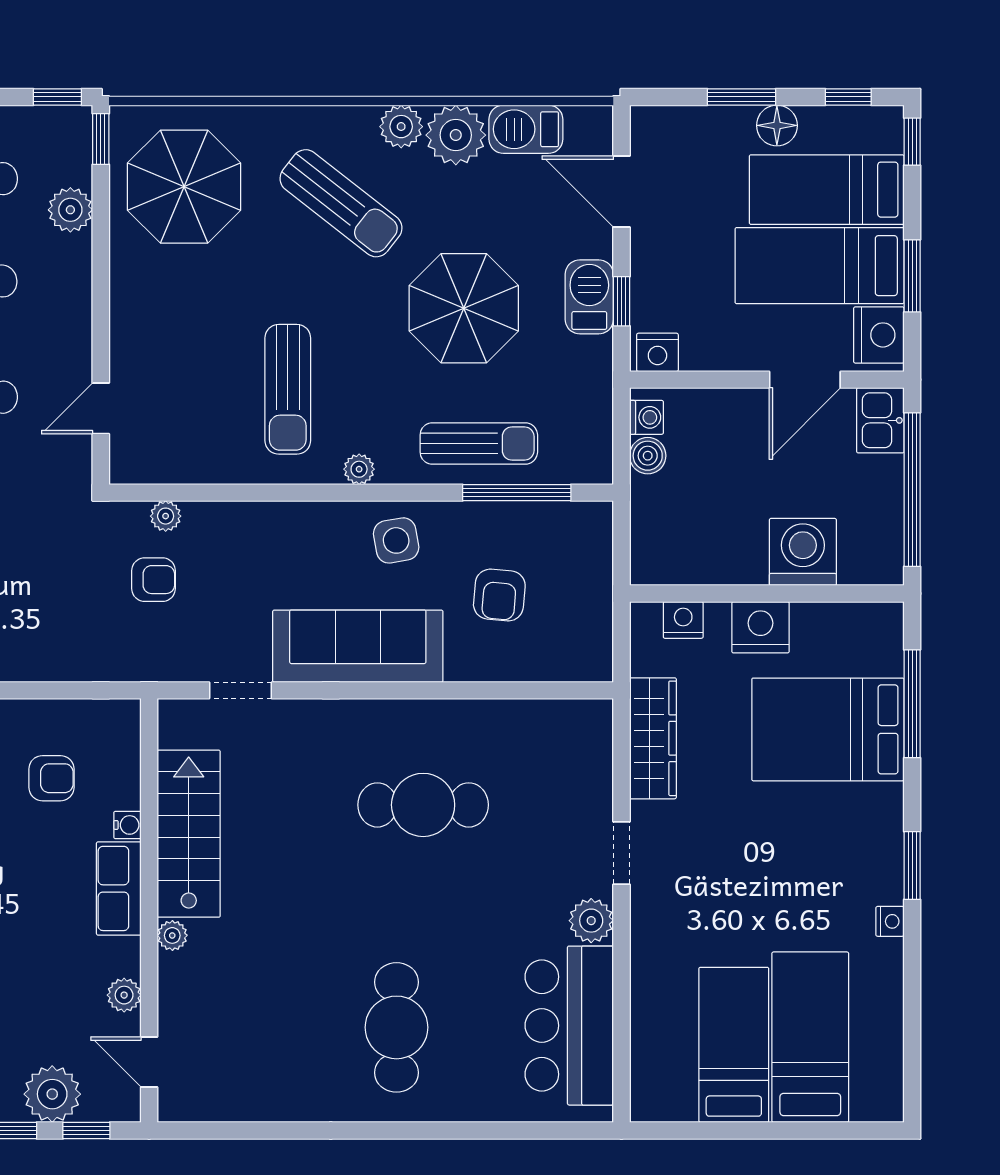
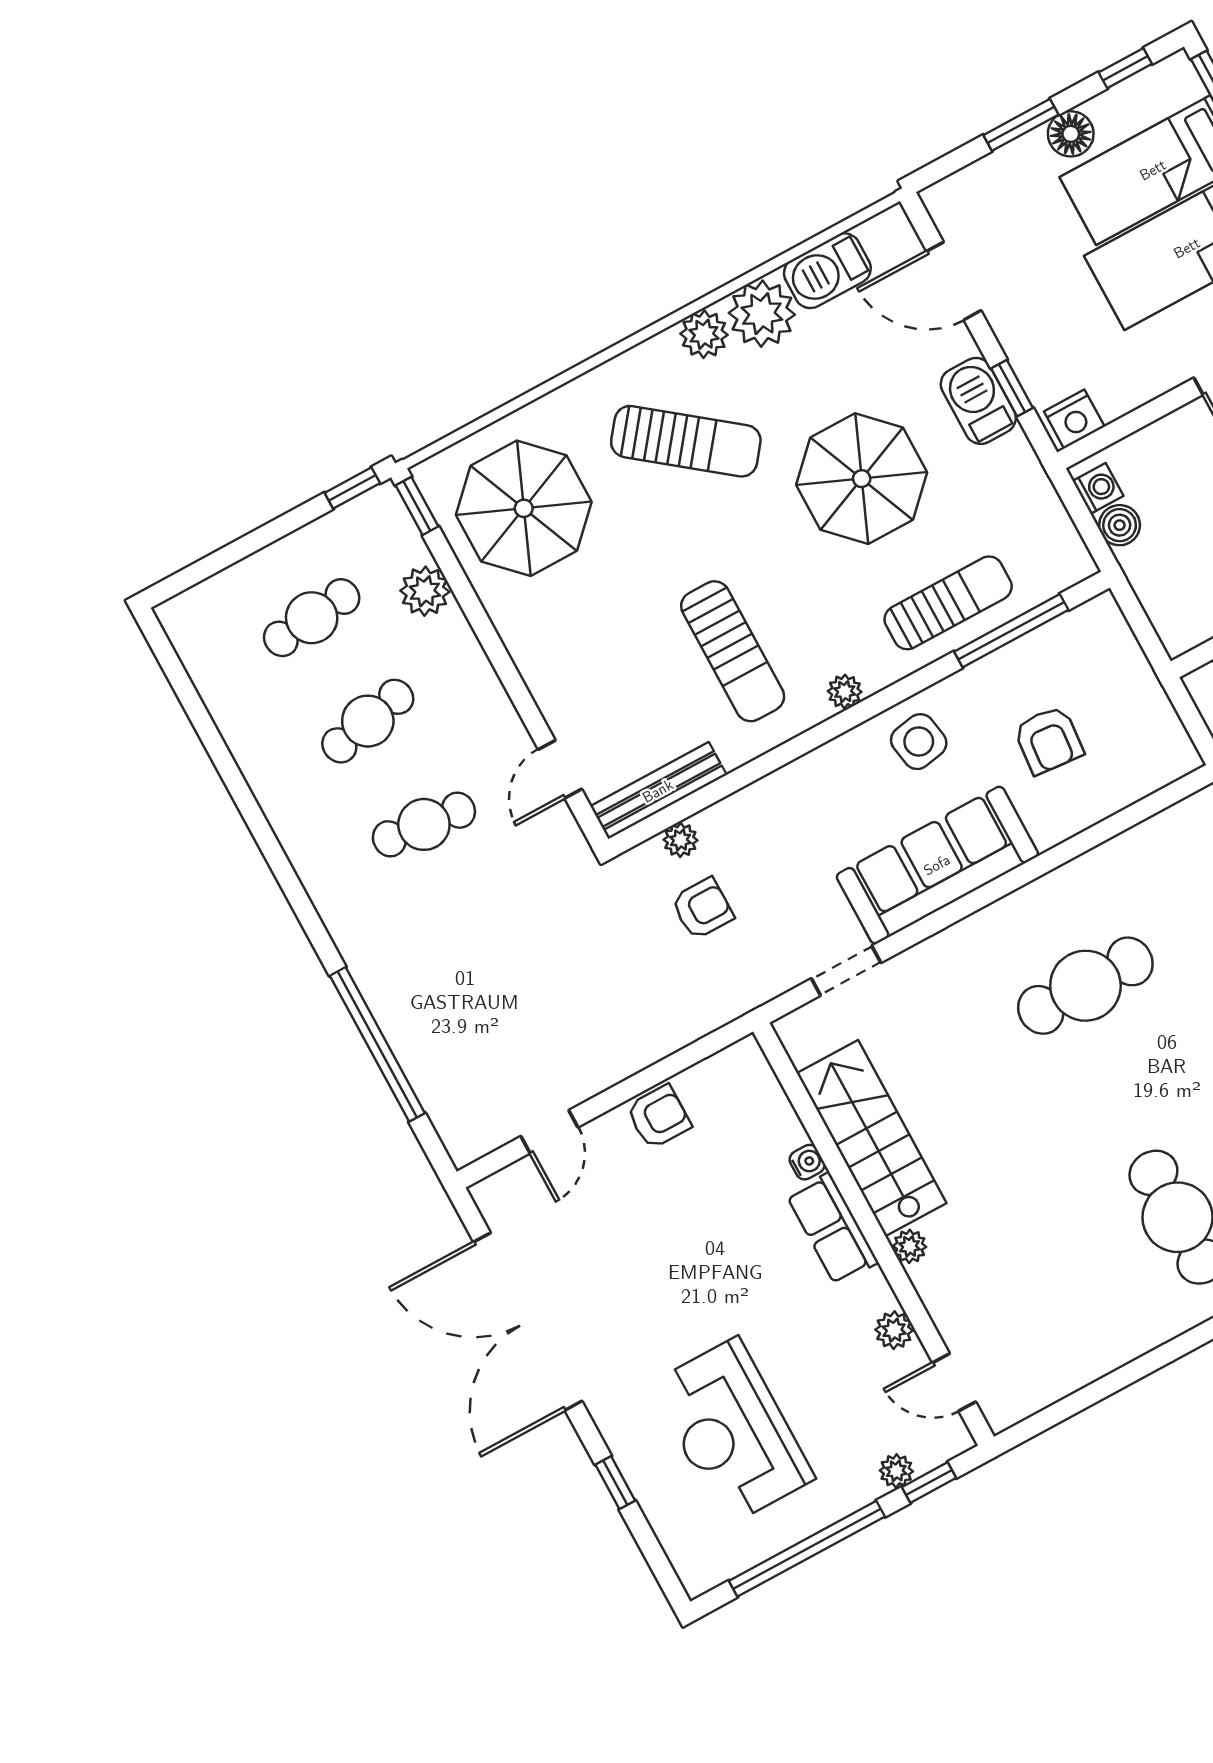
bench: (169, 468) -> (658, 791), added
armchair: (51, 778) -> (659, 1117), moved
plant: (52, 1094) -> (896, 1471), width x0.53, depth x0.53

